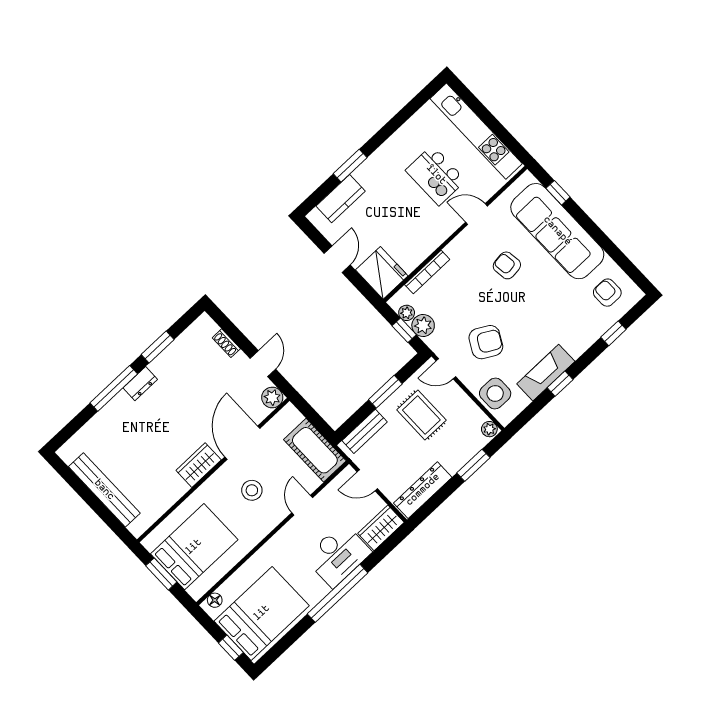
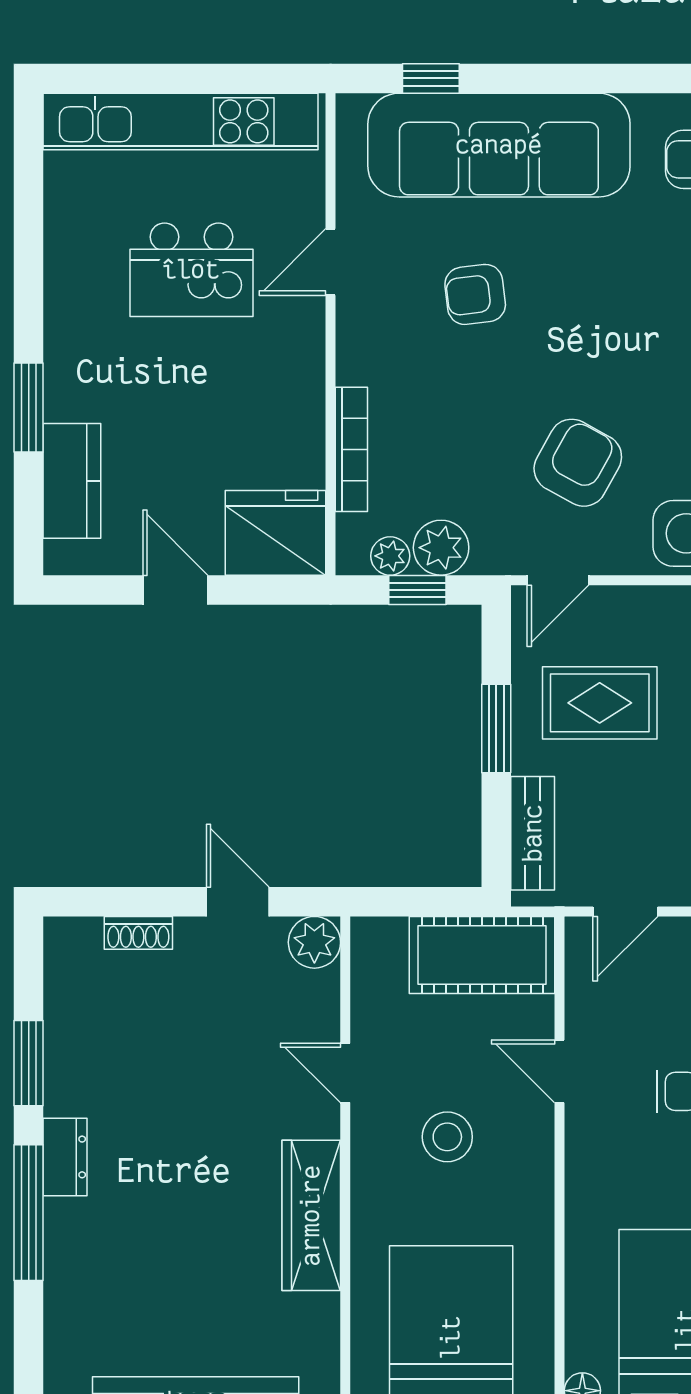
door: (242, 443) -> (345, 1073), width x0.53
wardrobe: (199, 465) -> (311, 1215), width x1.50

